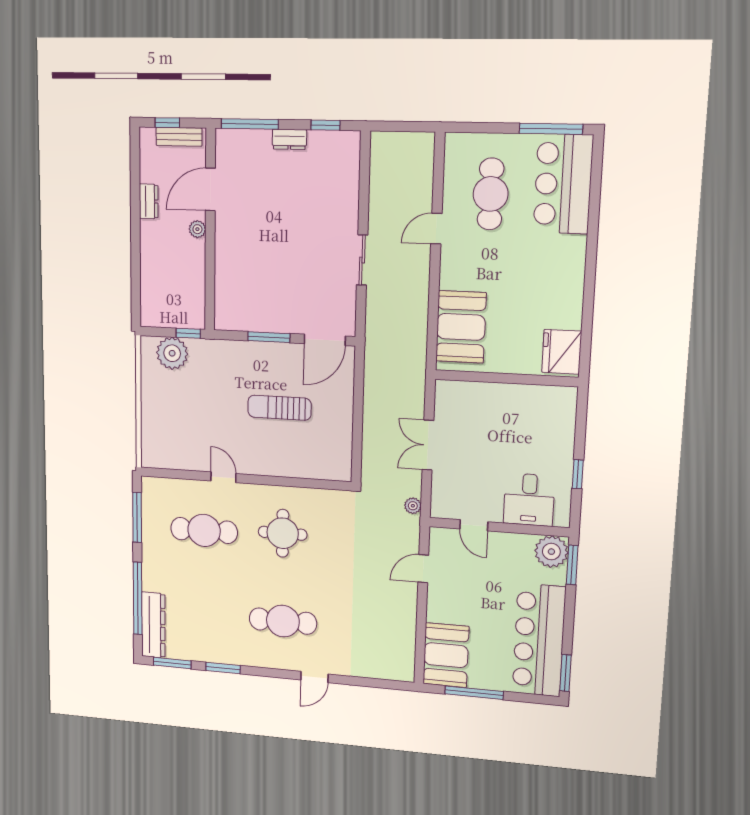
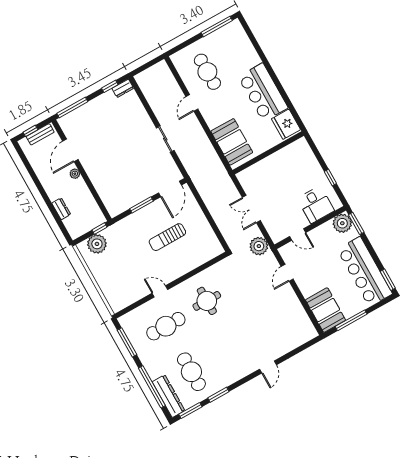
dresser: (289, 139) -> (123, 88), moved
bar counter: (563, 184) -> (263, 92), moved
dresser: (149, 201) -> (61, 209), moved
plant: (413, 506) -> (259, 246), width x1.87, depth x1.87
cafe table: (283, 621) -> (191, 372), moved, turned 90

